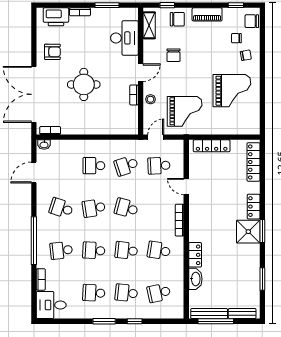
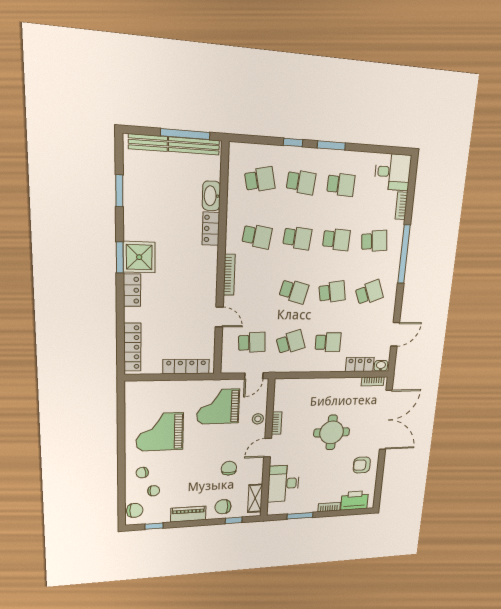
locker: (64, 146) -> (360, 364), added
school desk: (61, 208) -> (369, 293), turned -39

